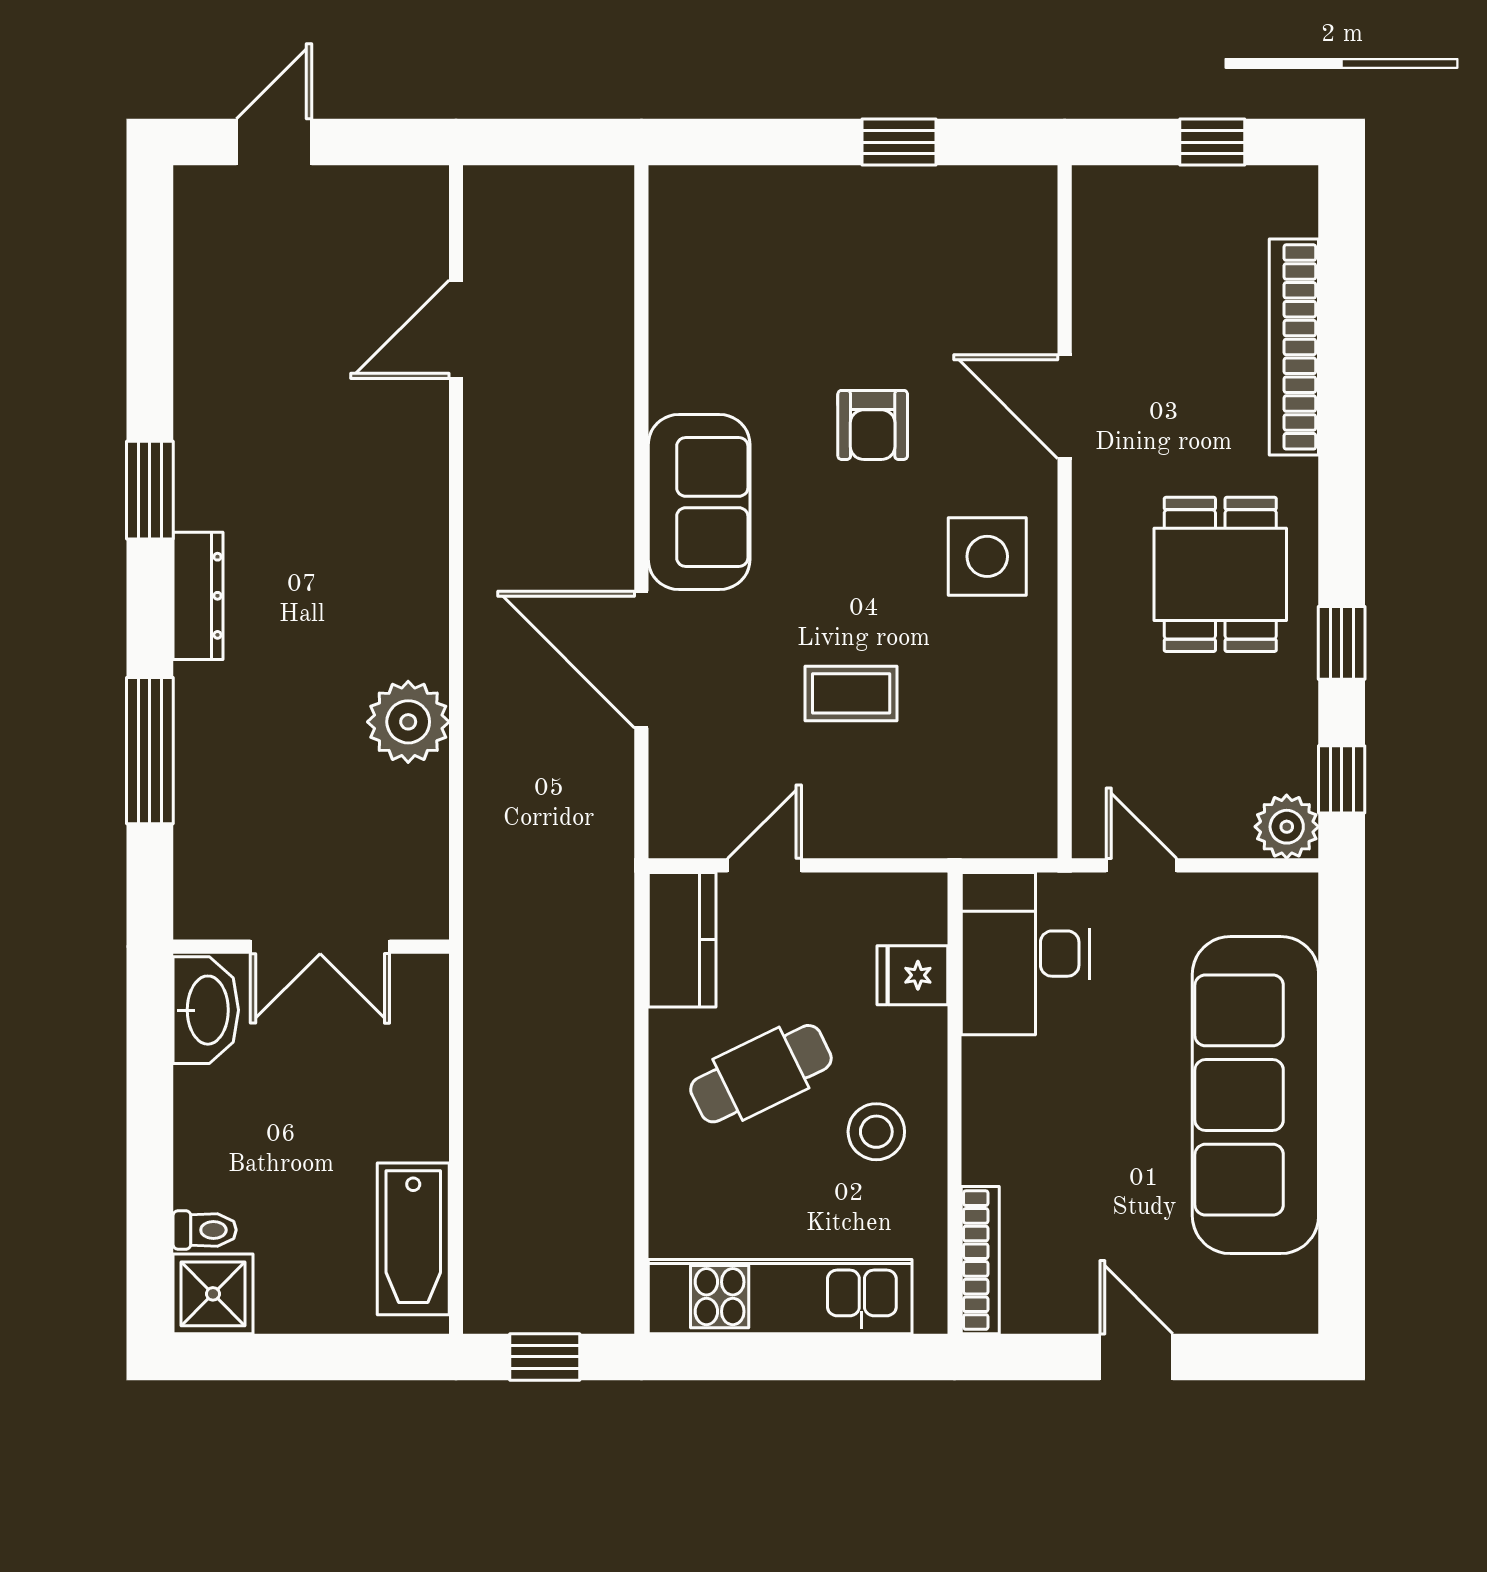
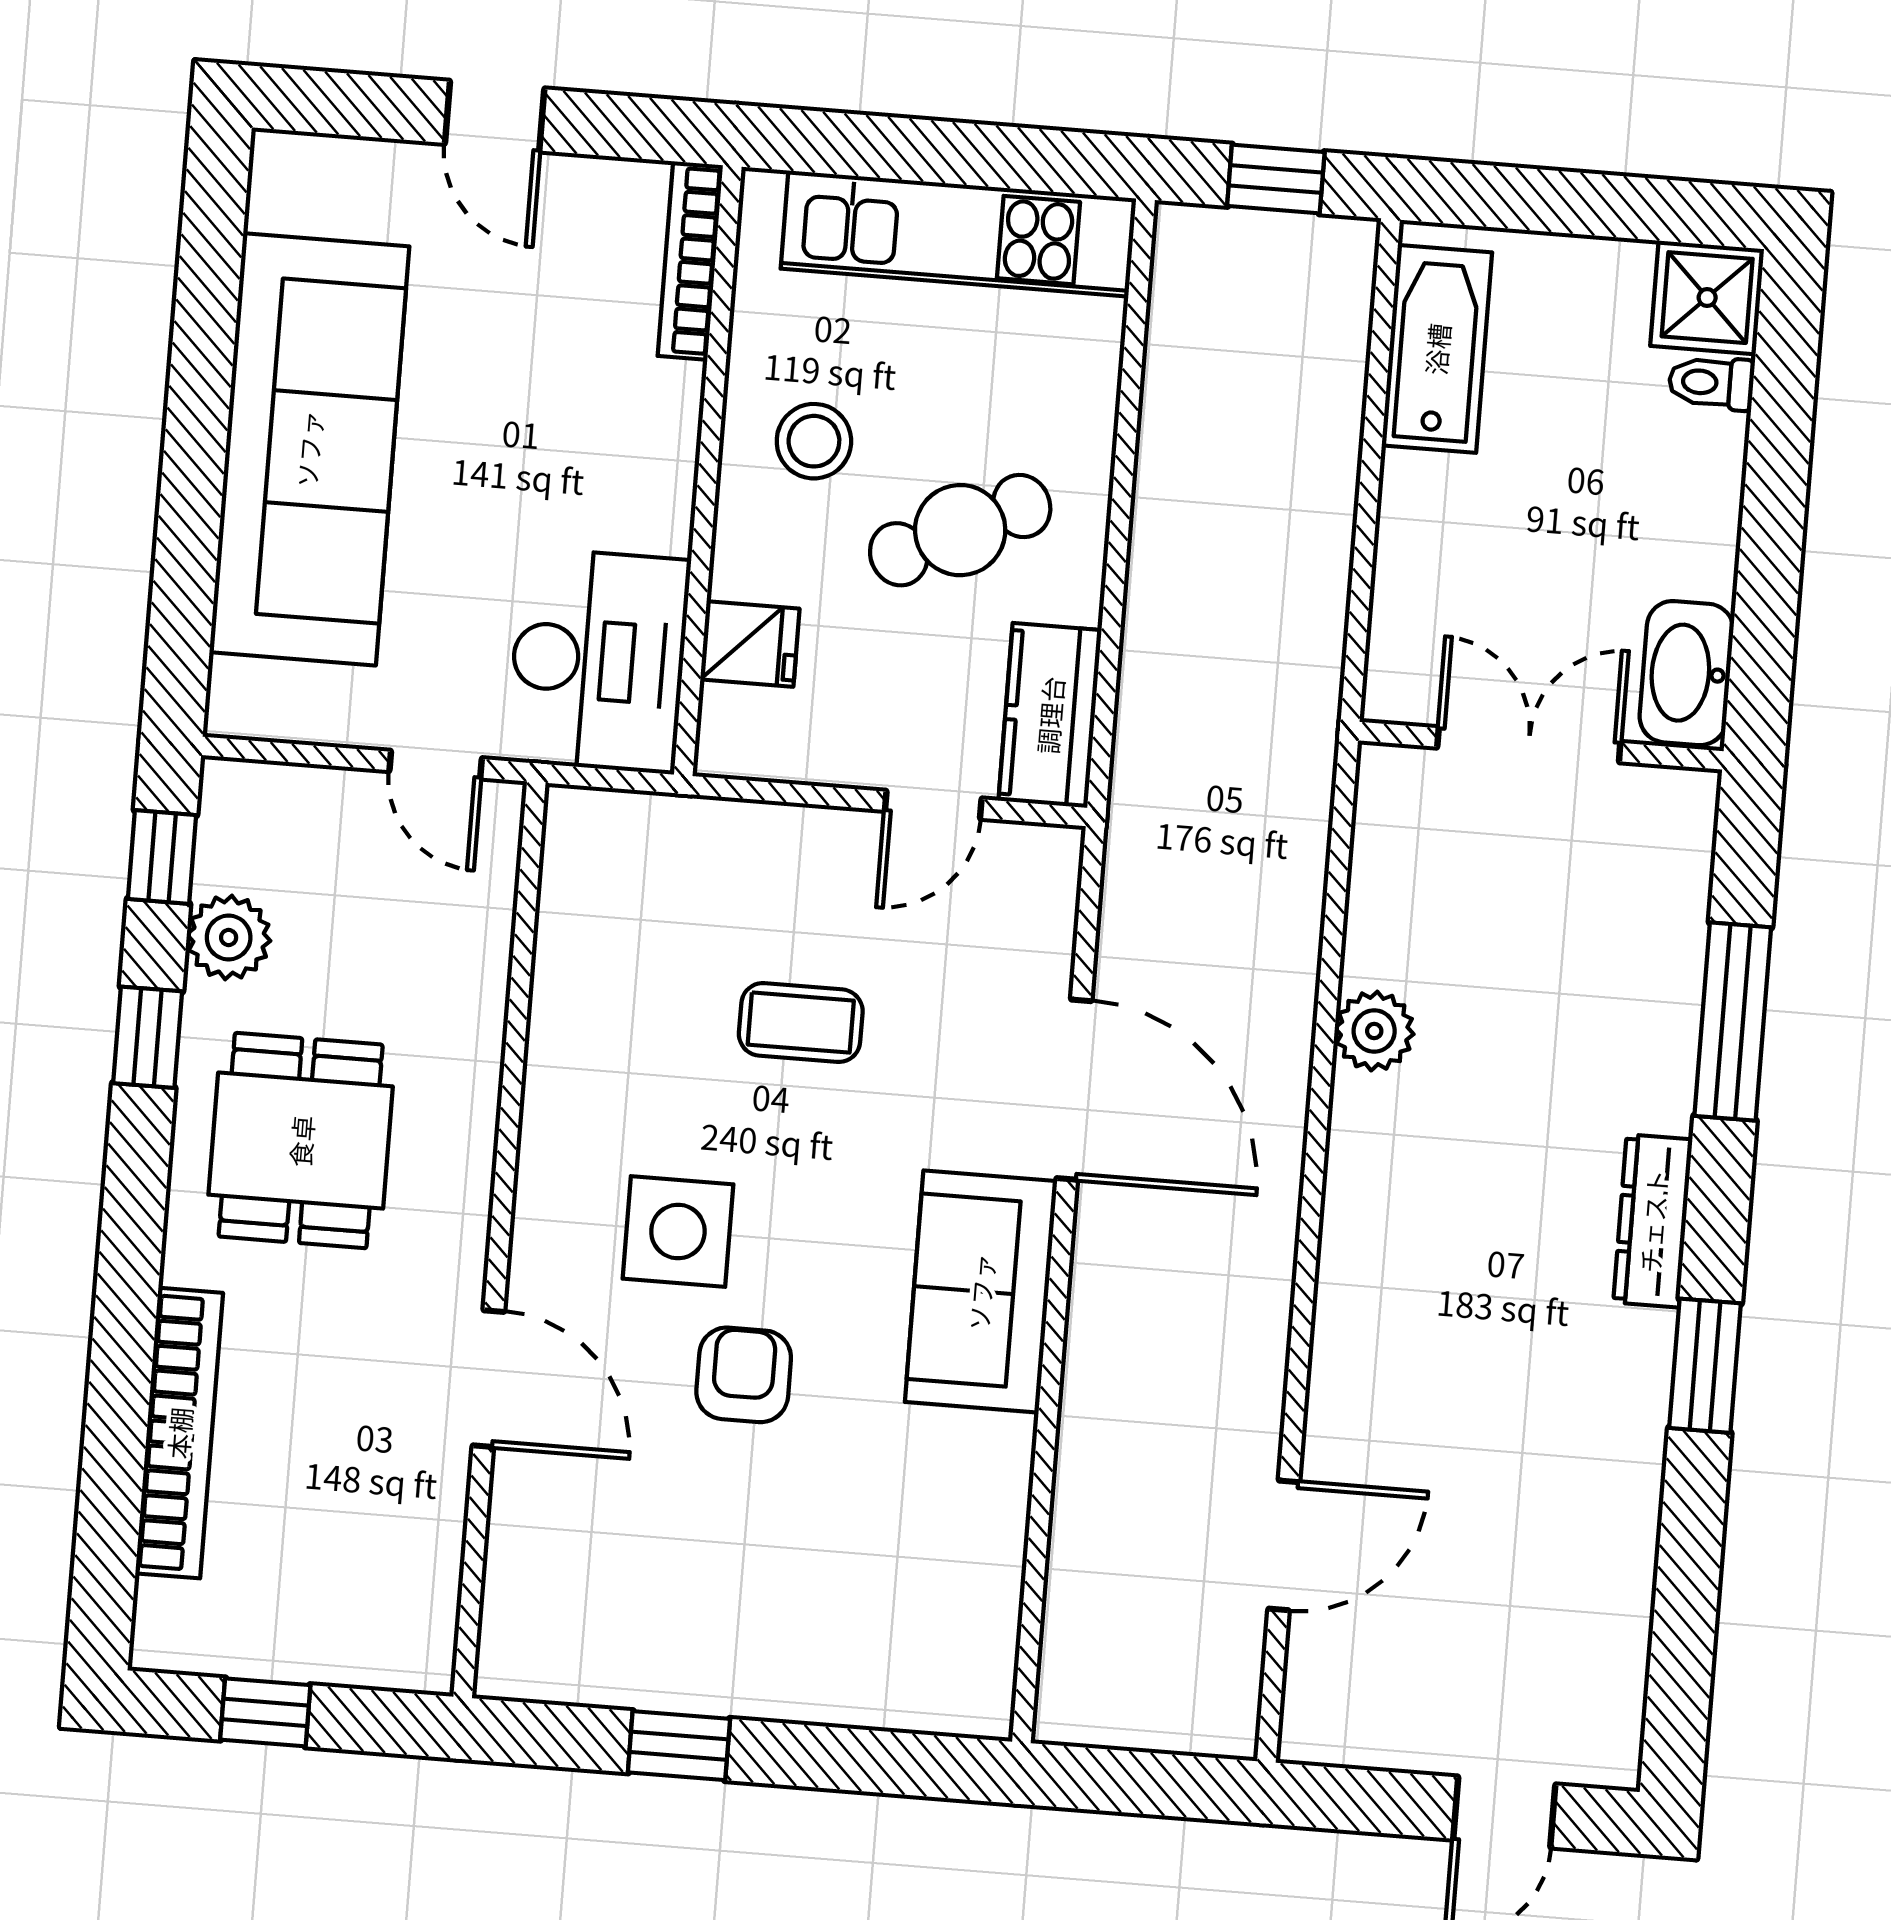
side table: (987, 556) -> (678, 1232), moved
plant: (408, 722) -> (1374, 1031), width x0.73, depth x0.73
plant: (1287, 827) -> (229, 937), moved

